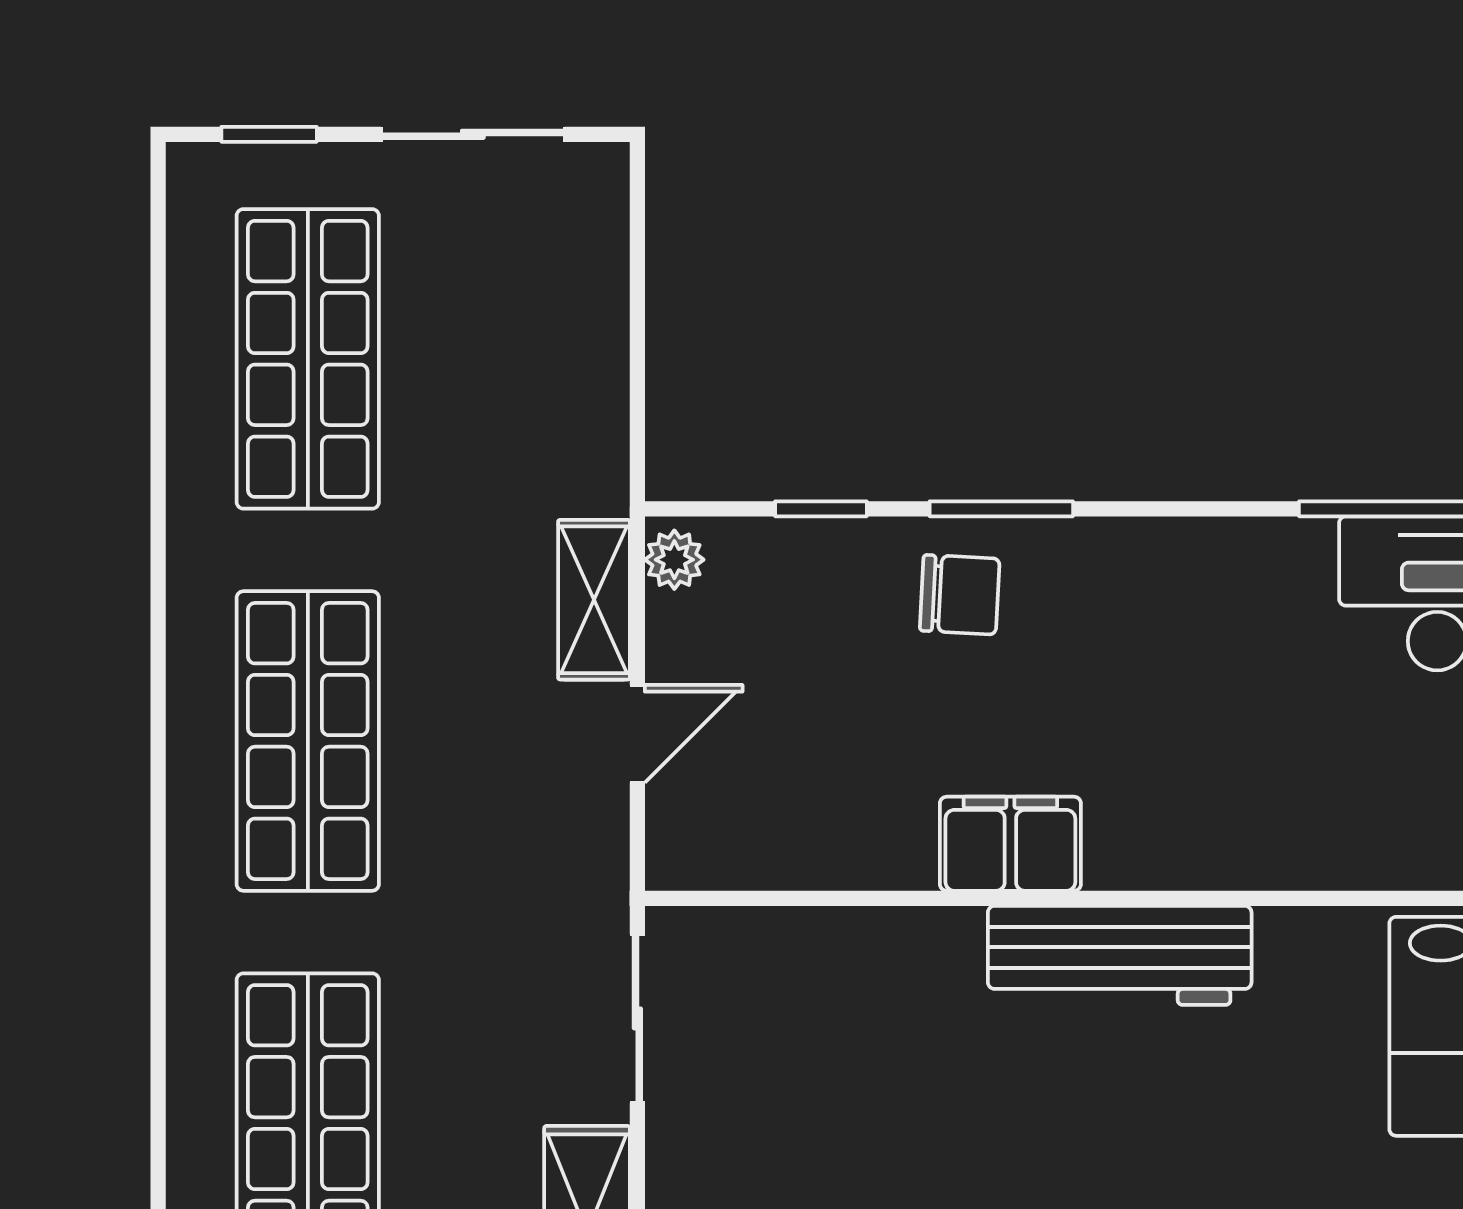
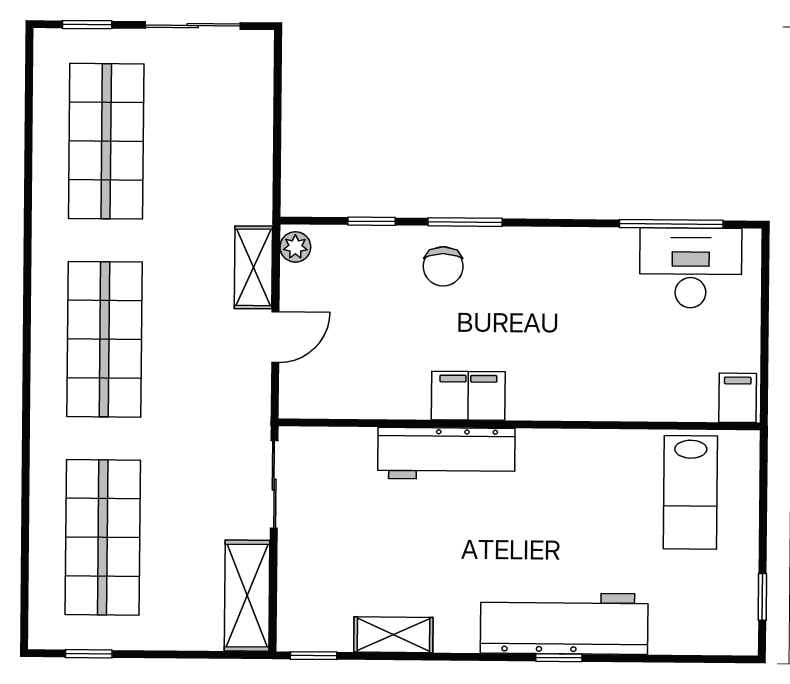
chair: (960, 595) -> (443, 266), turned 87
workbench: (1120, 955) -> (446, 453), moved

